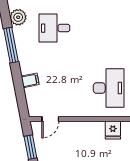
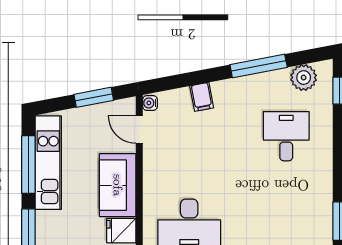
water cooler: (34, 112) -> (150, 103), added
sofa: (85, 132) -> (118, 185), added

